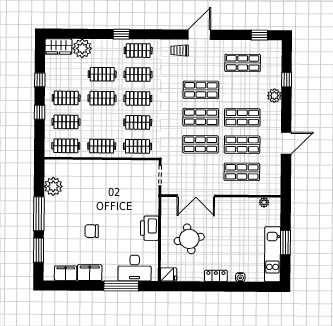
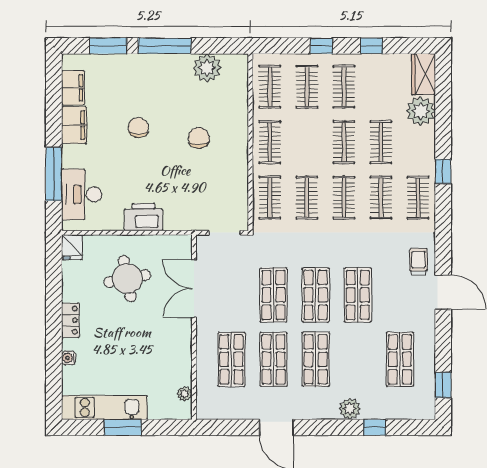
chair: (99, 192) -> (199, 138), added

